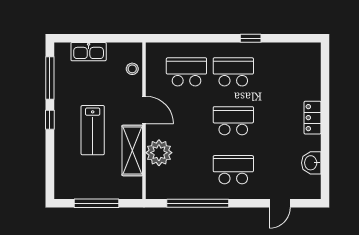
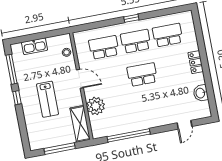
window: (251, 38) -> (131, 18), moved
shelving: (132, 150) -> (80, 124), moved
school desk: (233, 170) -> (168, 35), moved

